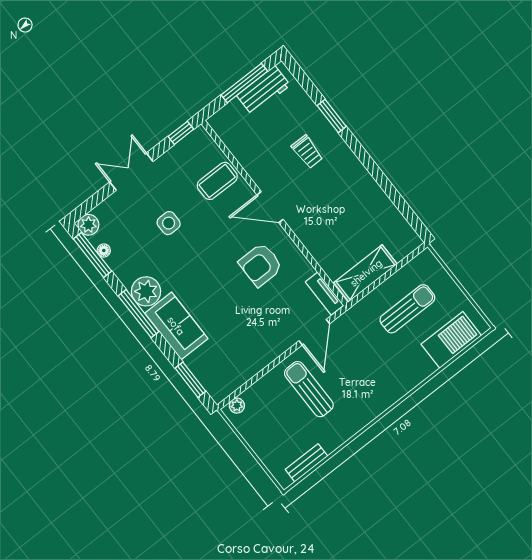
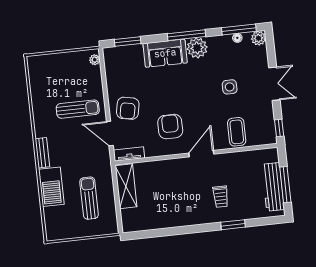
workbench: (263, 90) -> (273, 187), width x1.38
trolley: (307, 152) -> (221, 197), turned -90
sun lounger: (407, 309) -> (89, 198), turned 180
armchair: (270, 330) -> (128, 108), added
barbecue: (451, 340) -> (51, 187), moved
bench: (306, 463) -> (42, 153), moved

